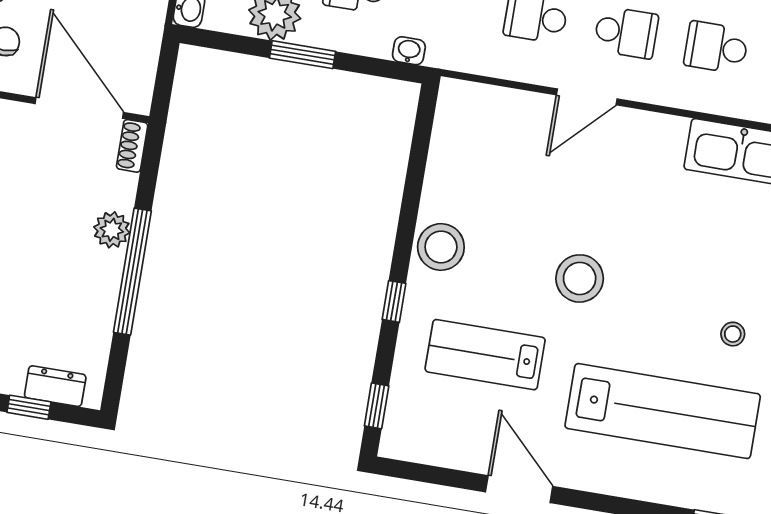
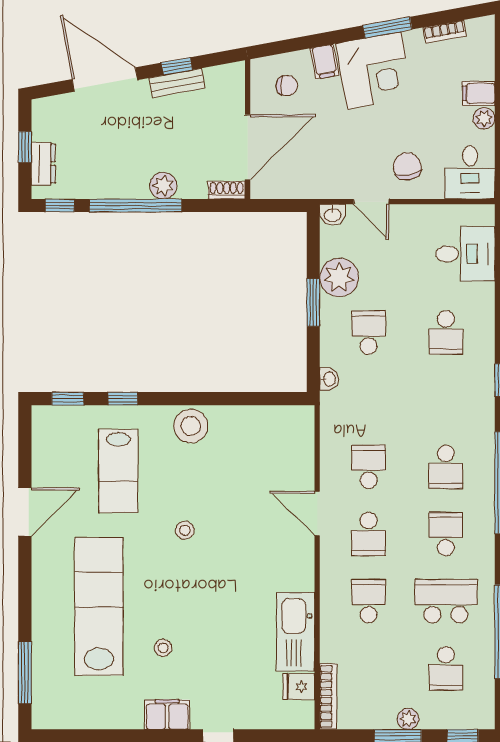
stool: (580, 278) -> (185, 530), width x0.53, depth x0.53
window: (394, 301) -> (123, 399), moved
lab bench: (485, 355) -> (118, 471), turned 180
window: (115, 374) -> (60, 206), added
lab bench: (663, 411) -> (99, 606), turned 180

